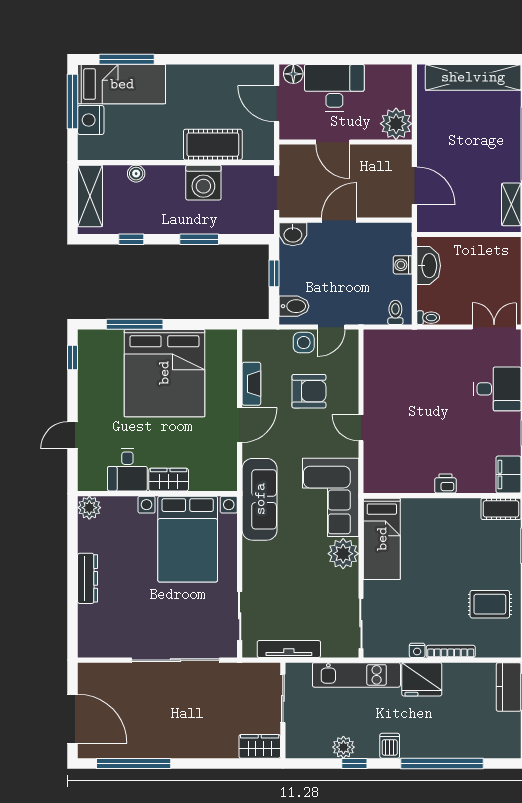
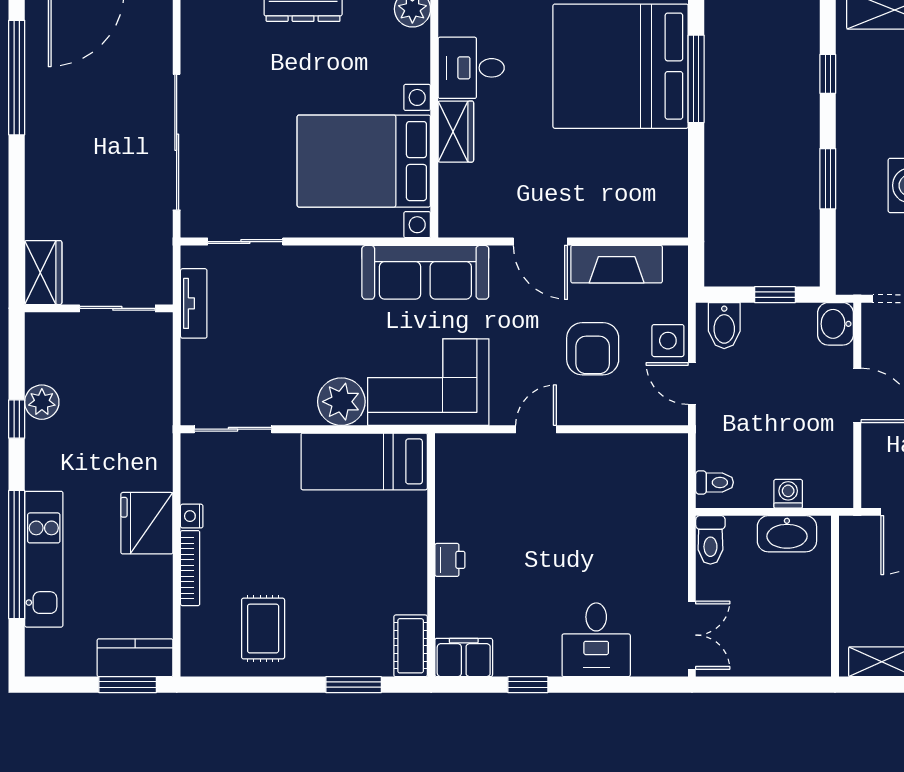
toilet: (428, 318) -> (710, 540), width x1.37, depth x1.39
bed: (164, 373) -> (621, 66), moved
fireplace: (251, 384) -> (617, 264), width x1.37, depth x1.32
tv unit: (289, 649) -> (194, 303), width x0.71
kitchen unit: (356, 675) -> (44, 559), moved, turned 180
dishwasher: (390, 746) -> (44, 474), removed

